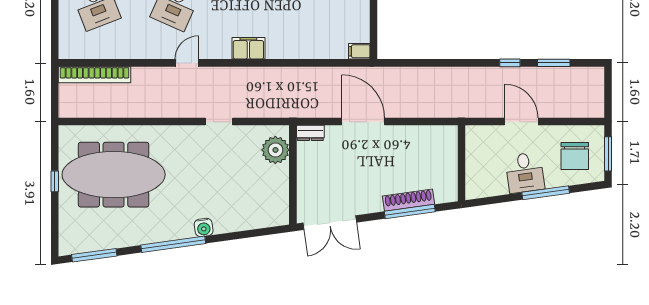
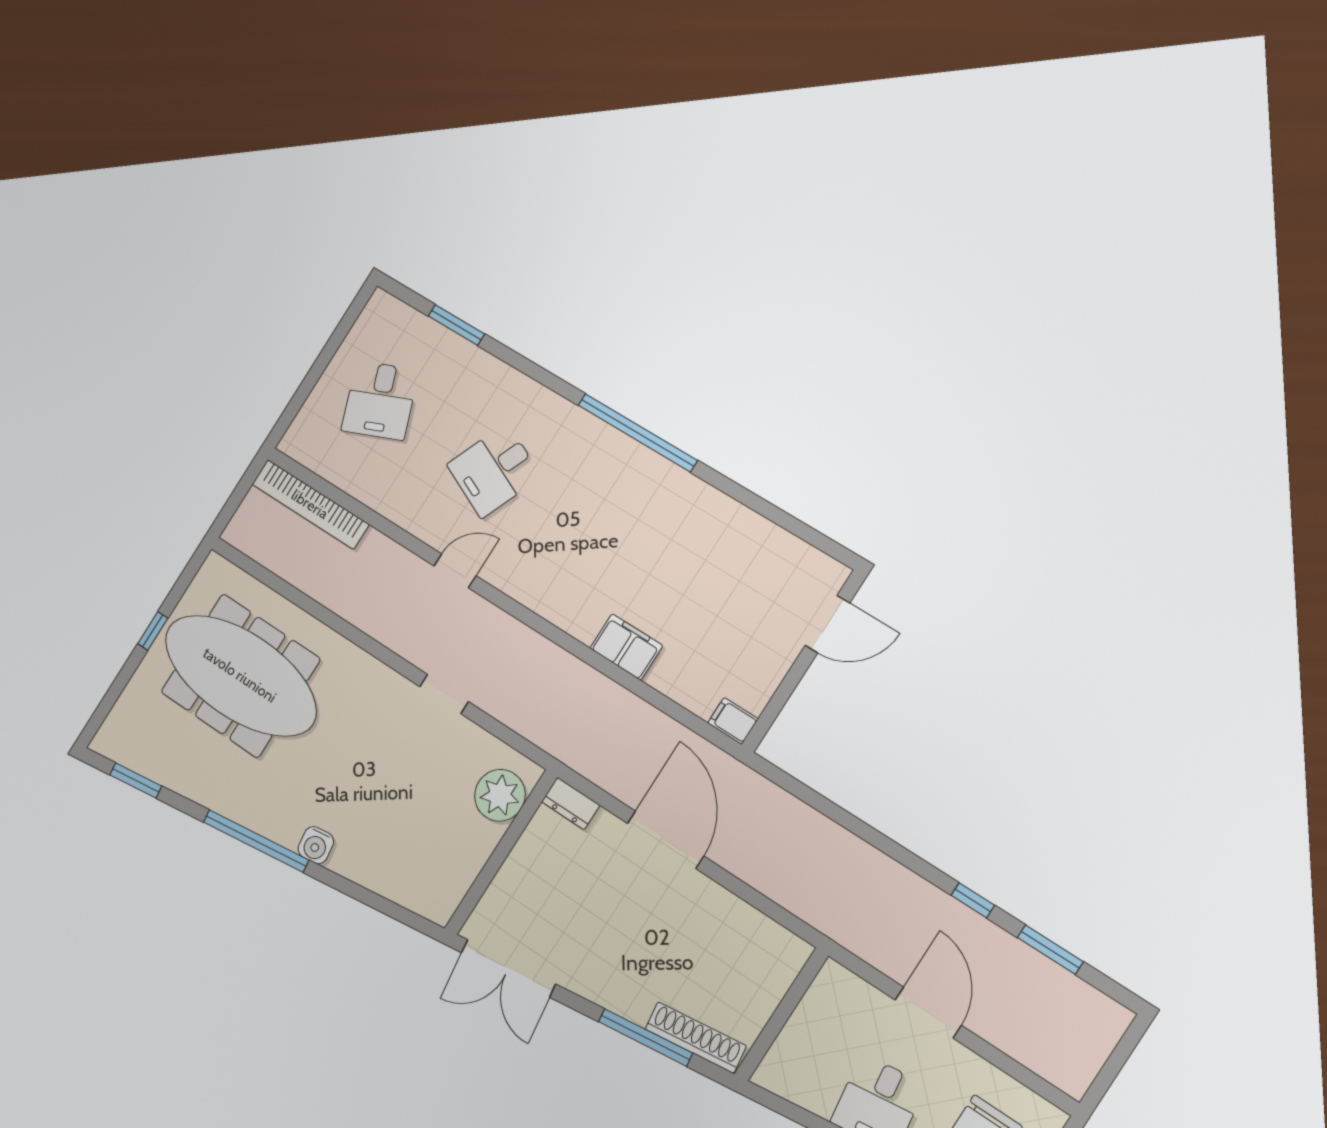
filing cabinet: (248, 48) -> (626, 647), moved
shoe rack: (408, 200) -> (696, 1037), moved
window: (94, 255) -> (136, 780), width x0.69

